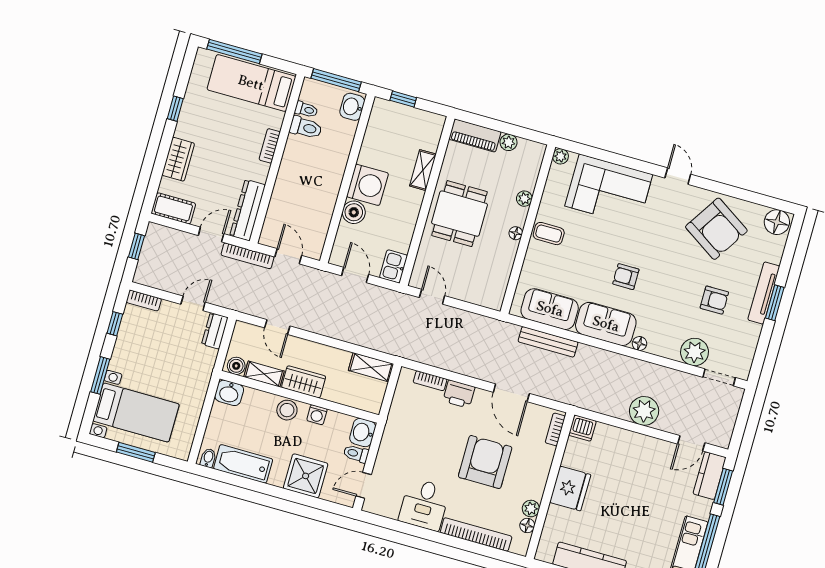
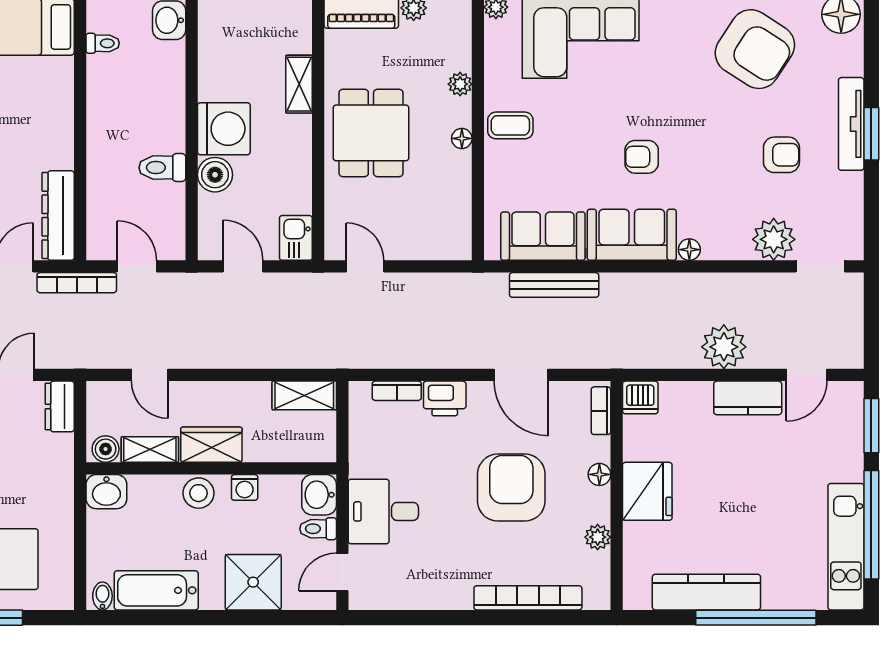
toilet: (306, 128) -> (162, 168), moved, turned 180
bookcase: (270, 146) -> (64, 112), removed
kitchen counter: (710, 476) -> (748, 398), moved, turned -90
desk: (424, 504) -> (383, 511), moved, turned 90
floor lamp: (527, 526) -> (599, 474), moved

